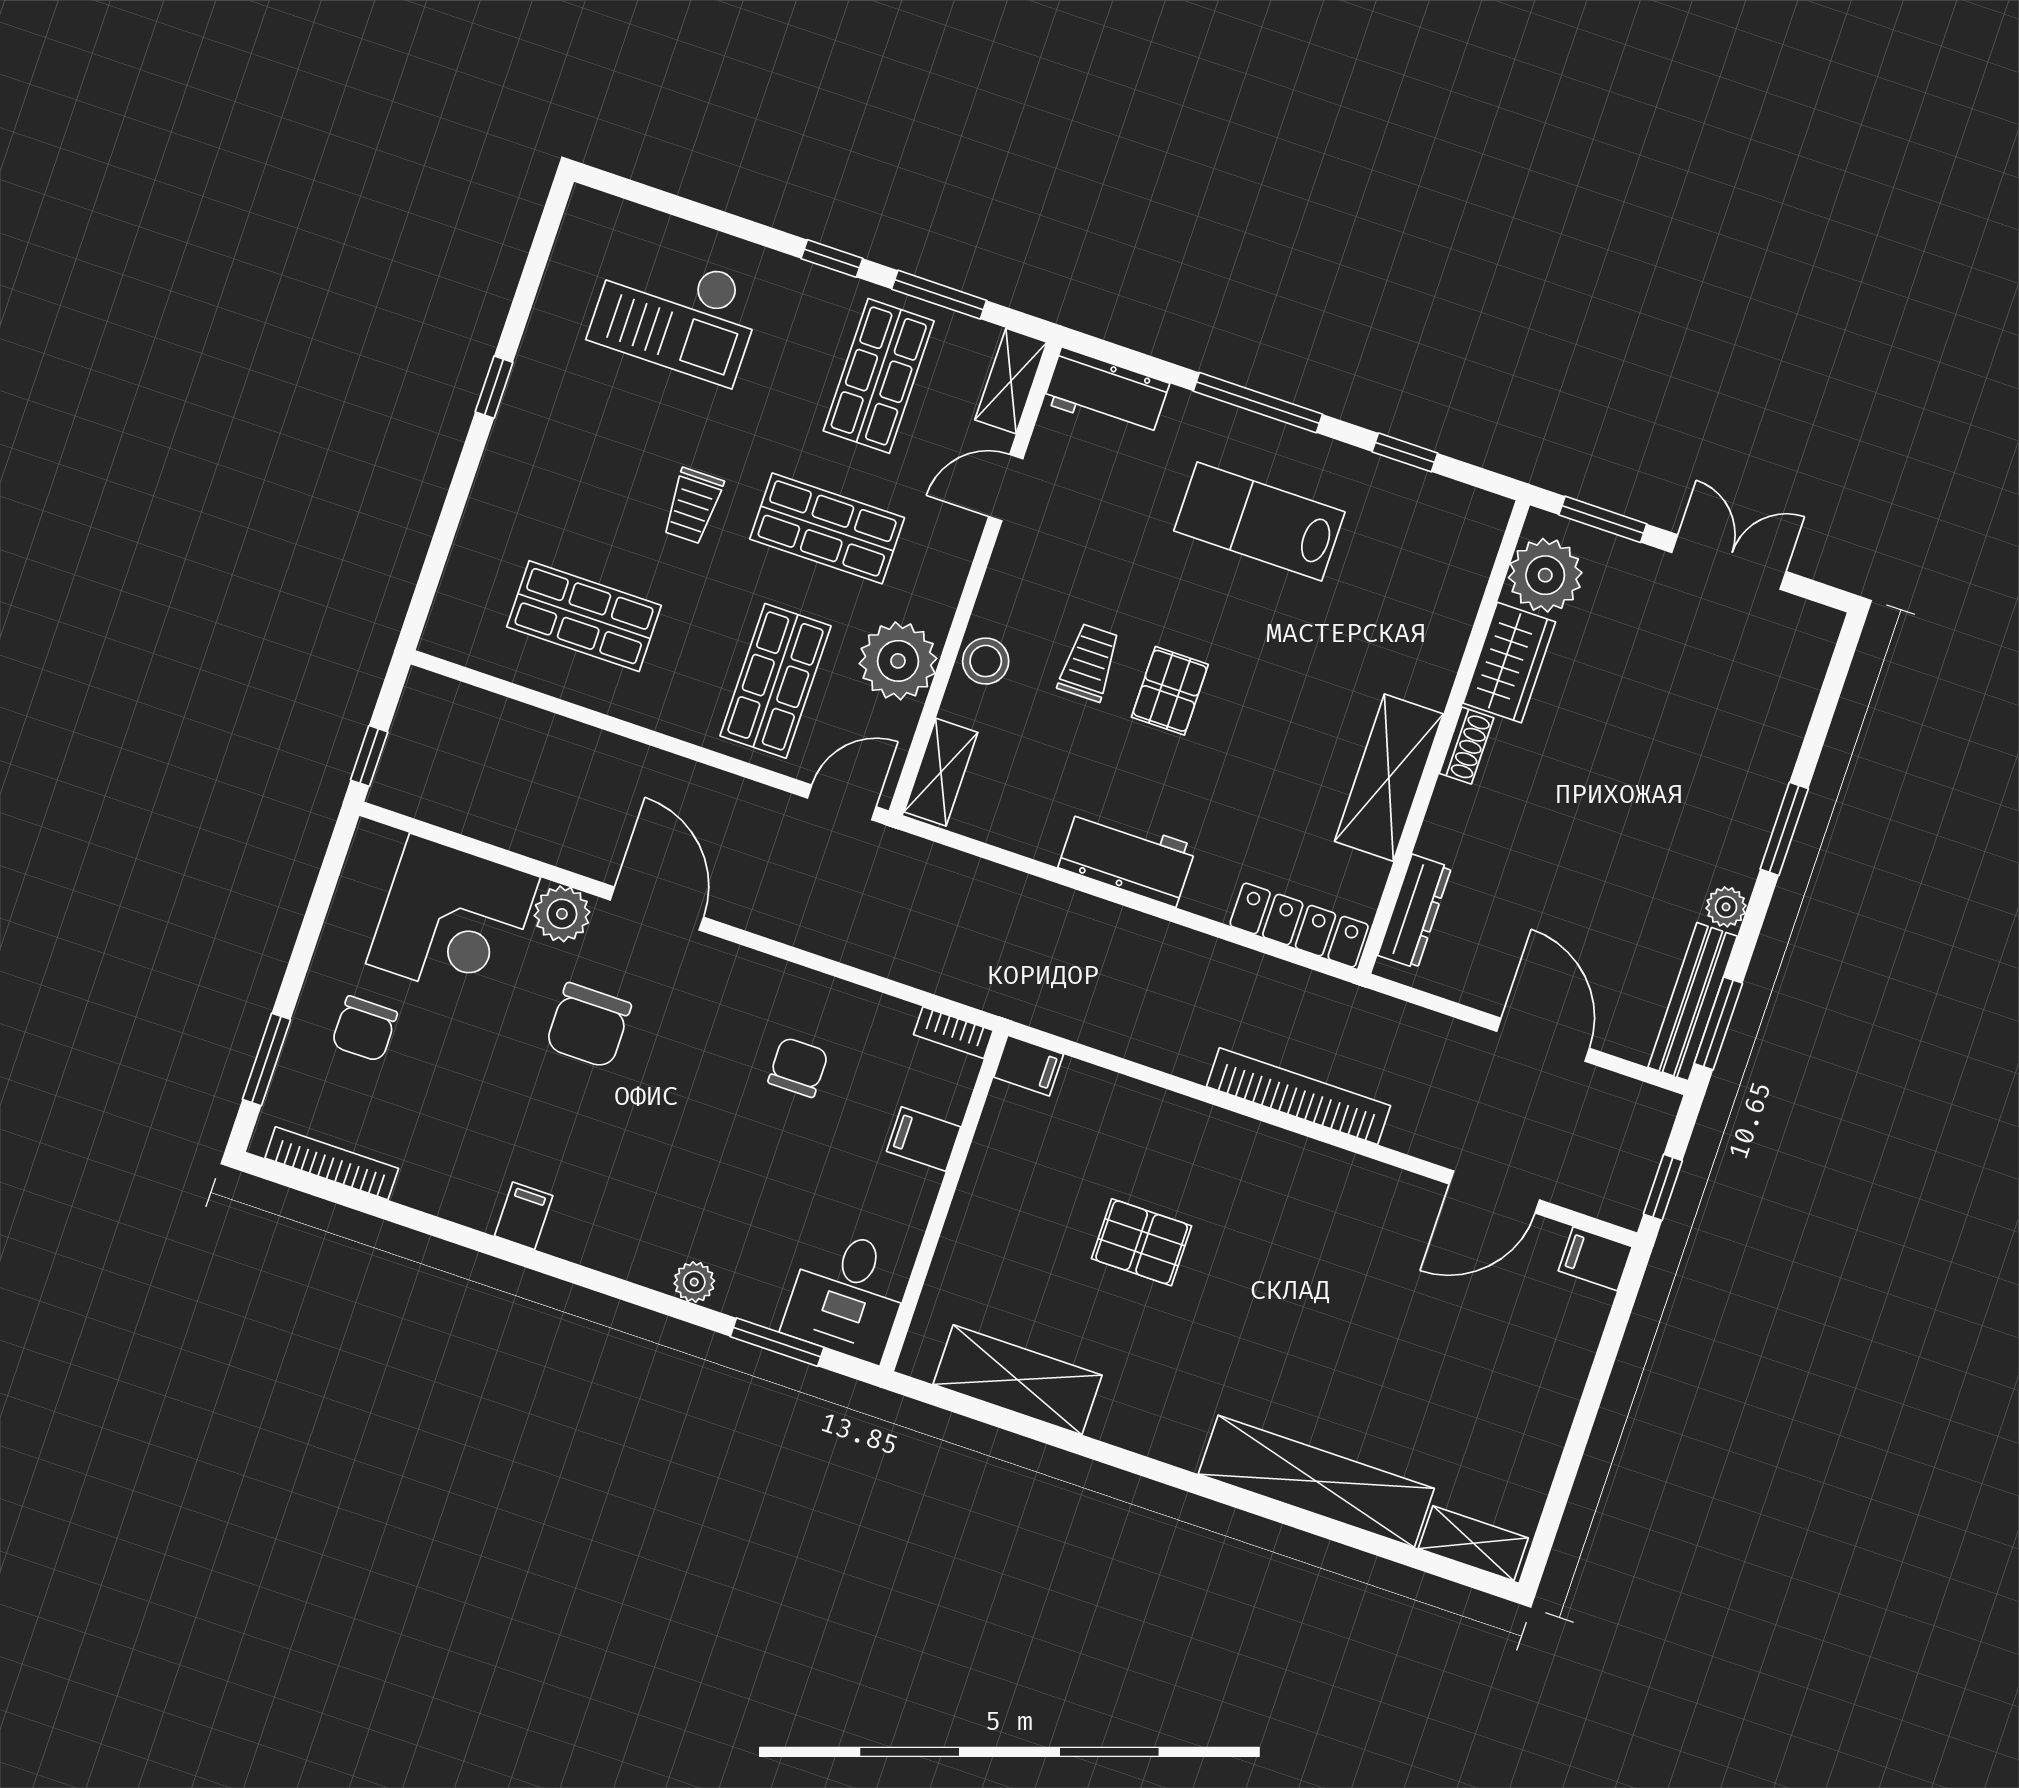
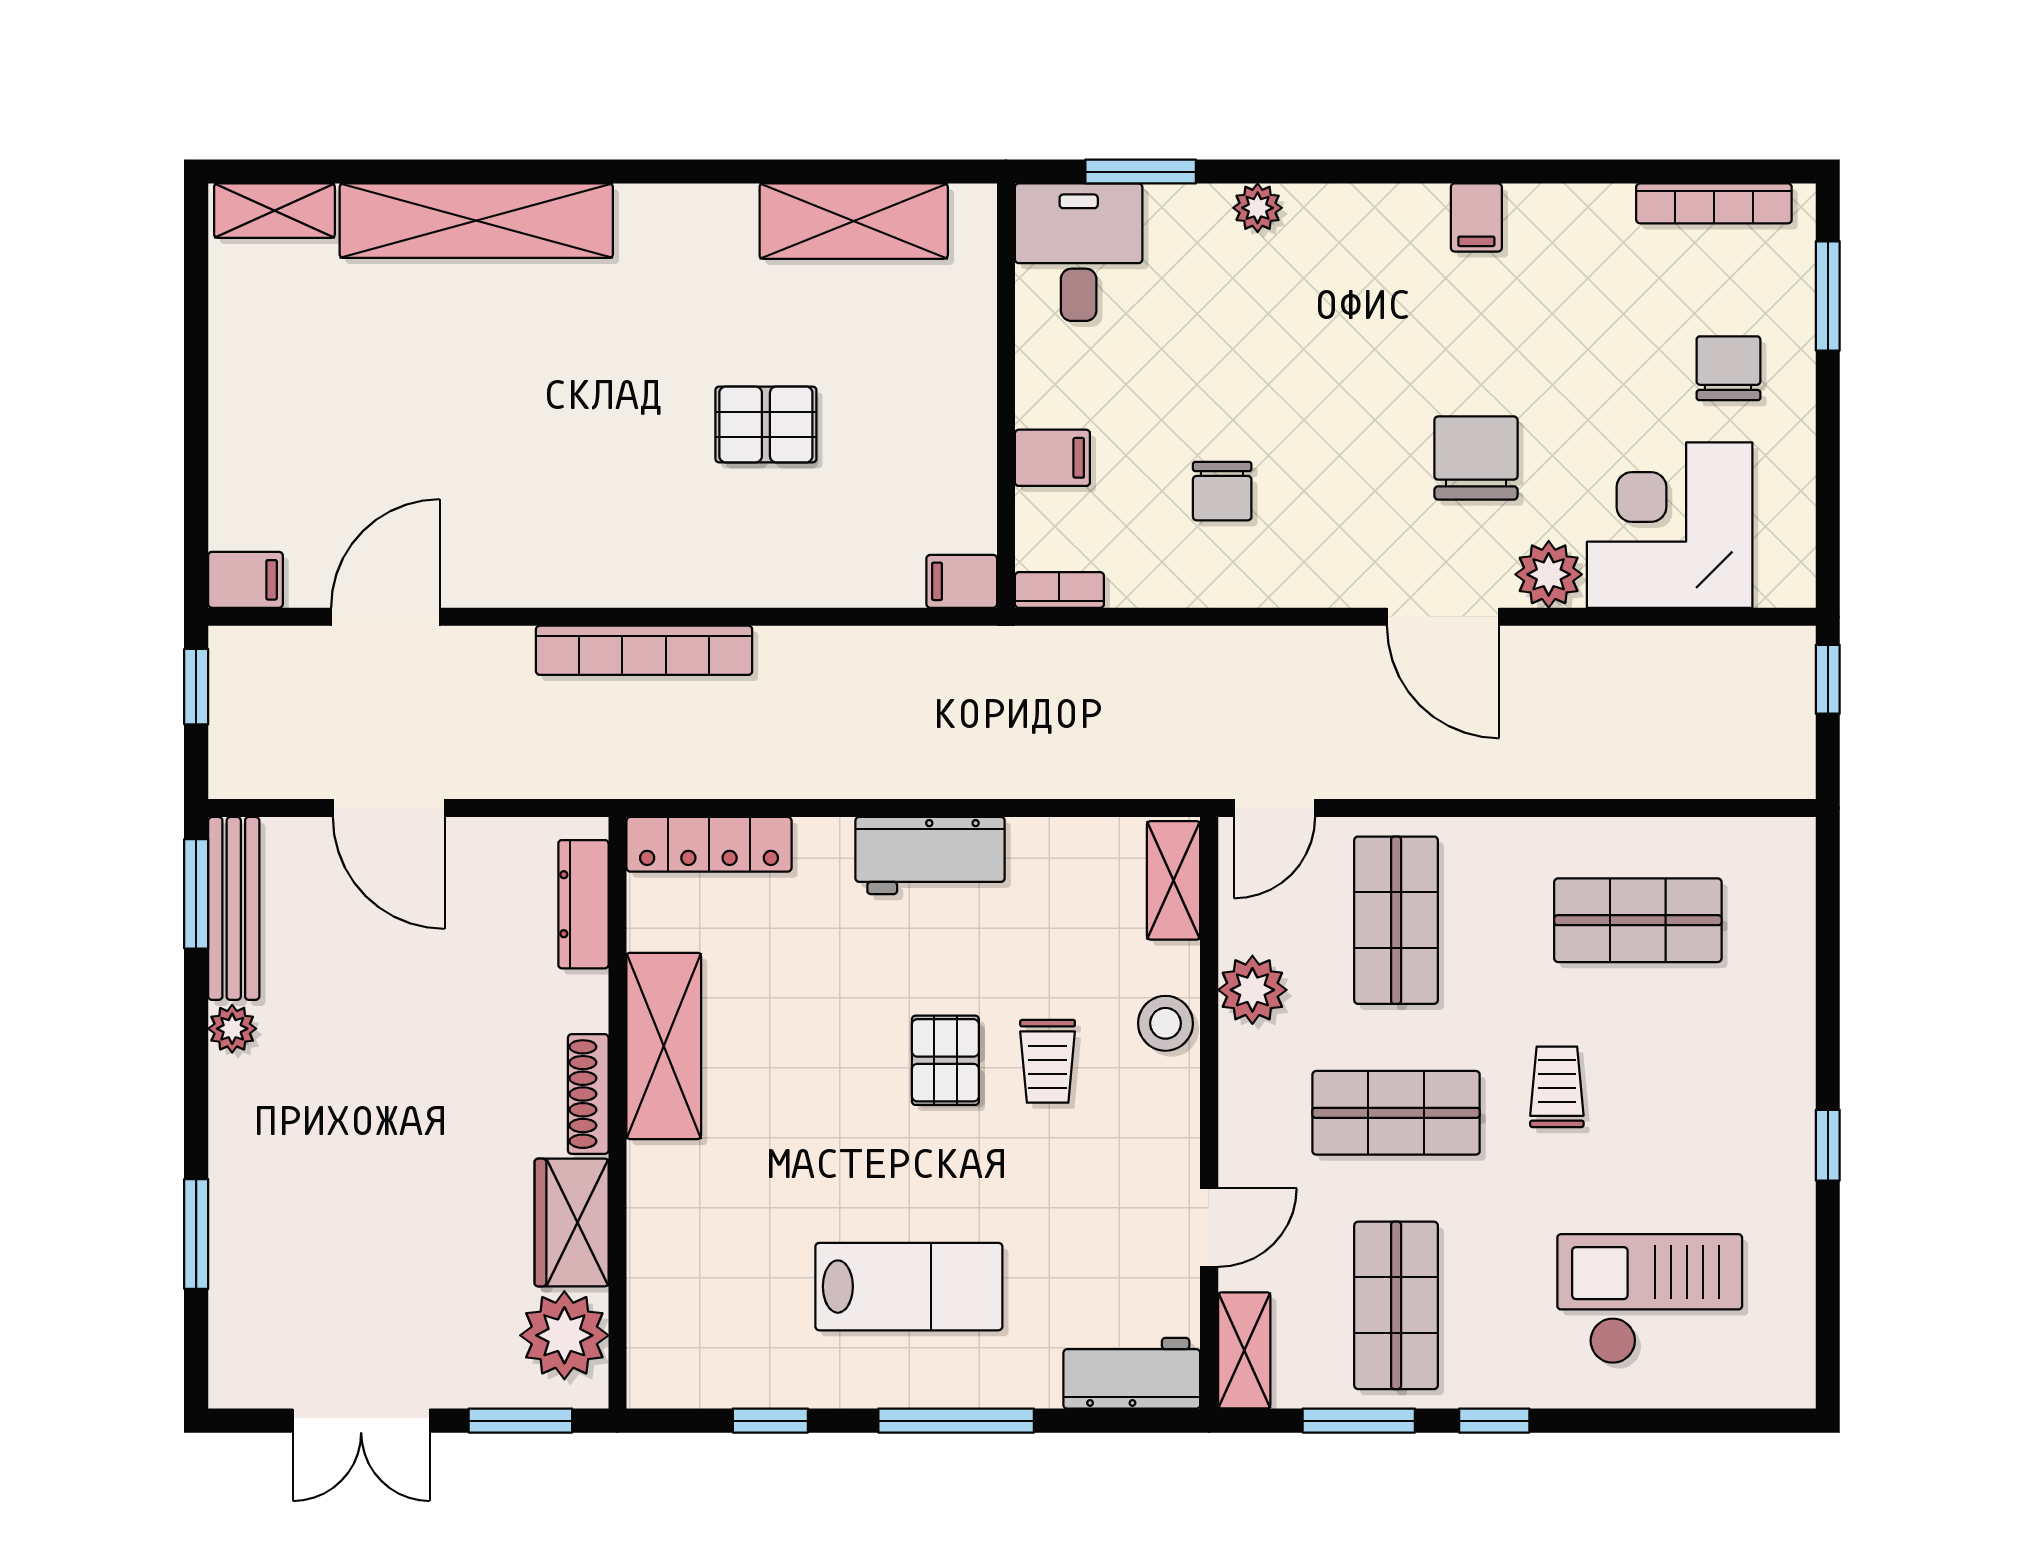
plant: (898, 661) -> (1252, 990), width x0.73, depth x0.73
shoe rack: (1466, 746) -> (588, 1094), width x1.43
window: (1784, 829) -> (196, 1234), moved

